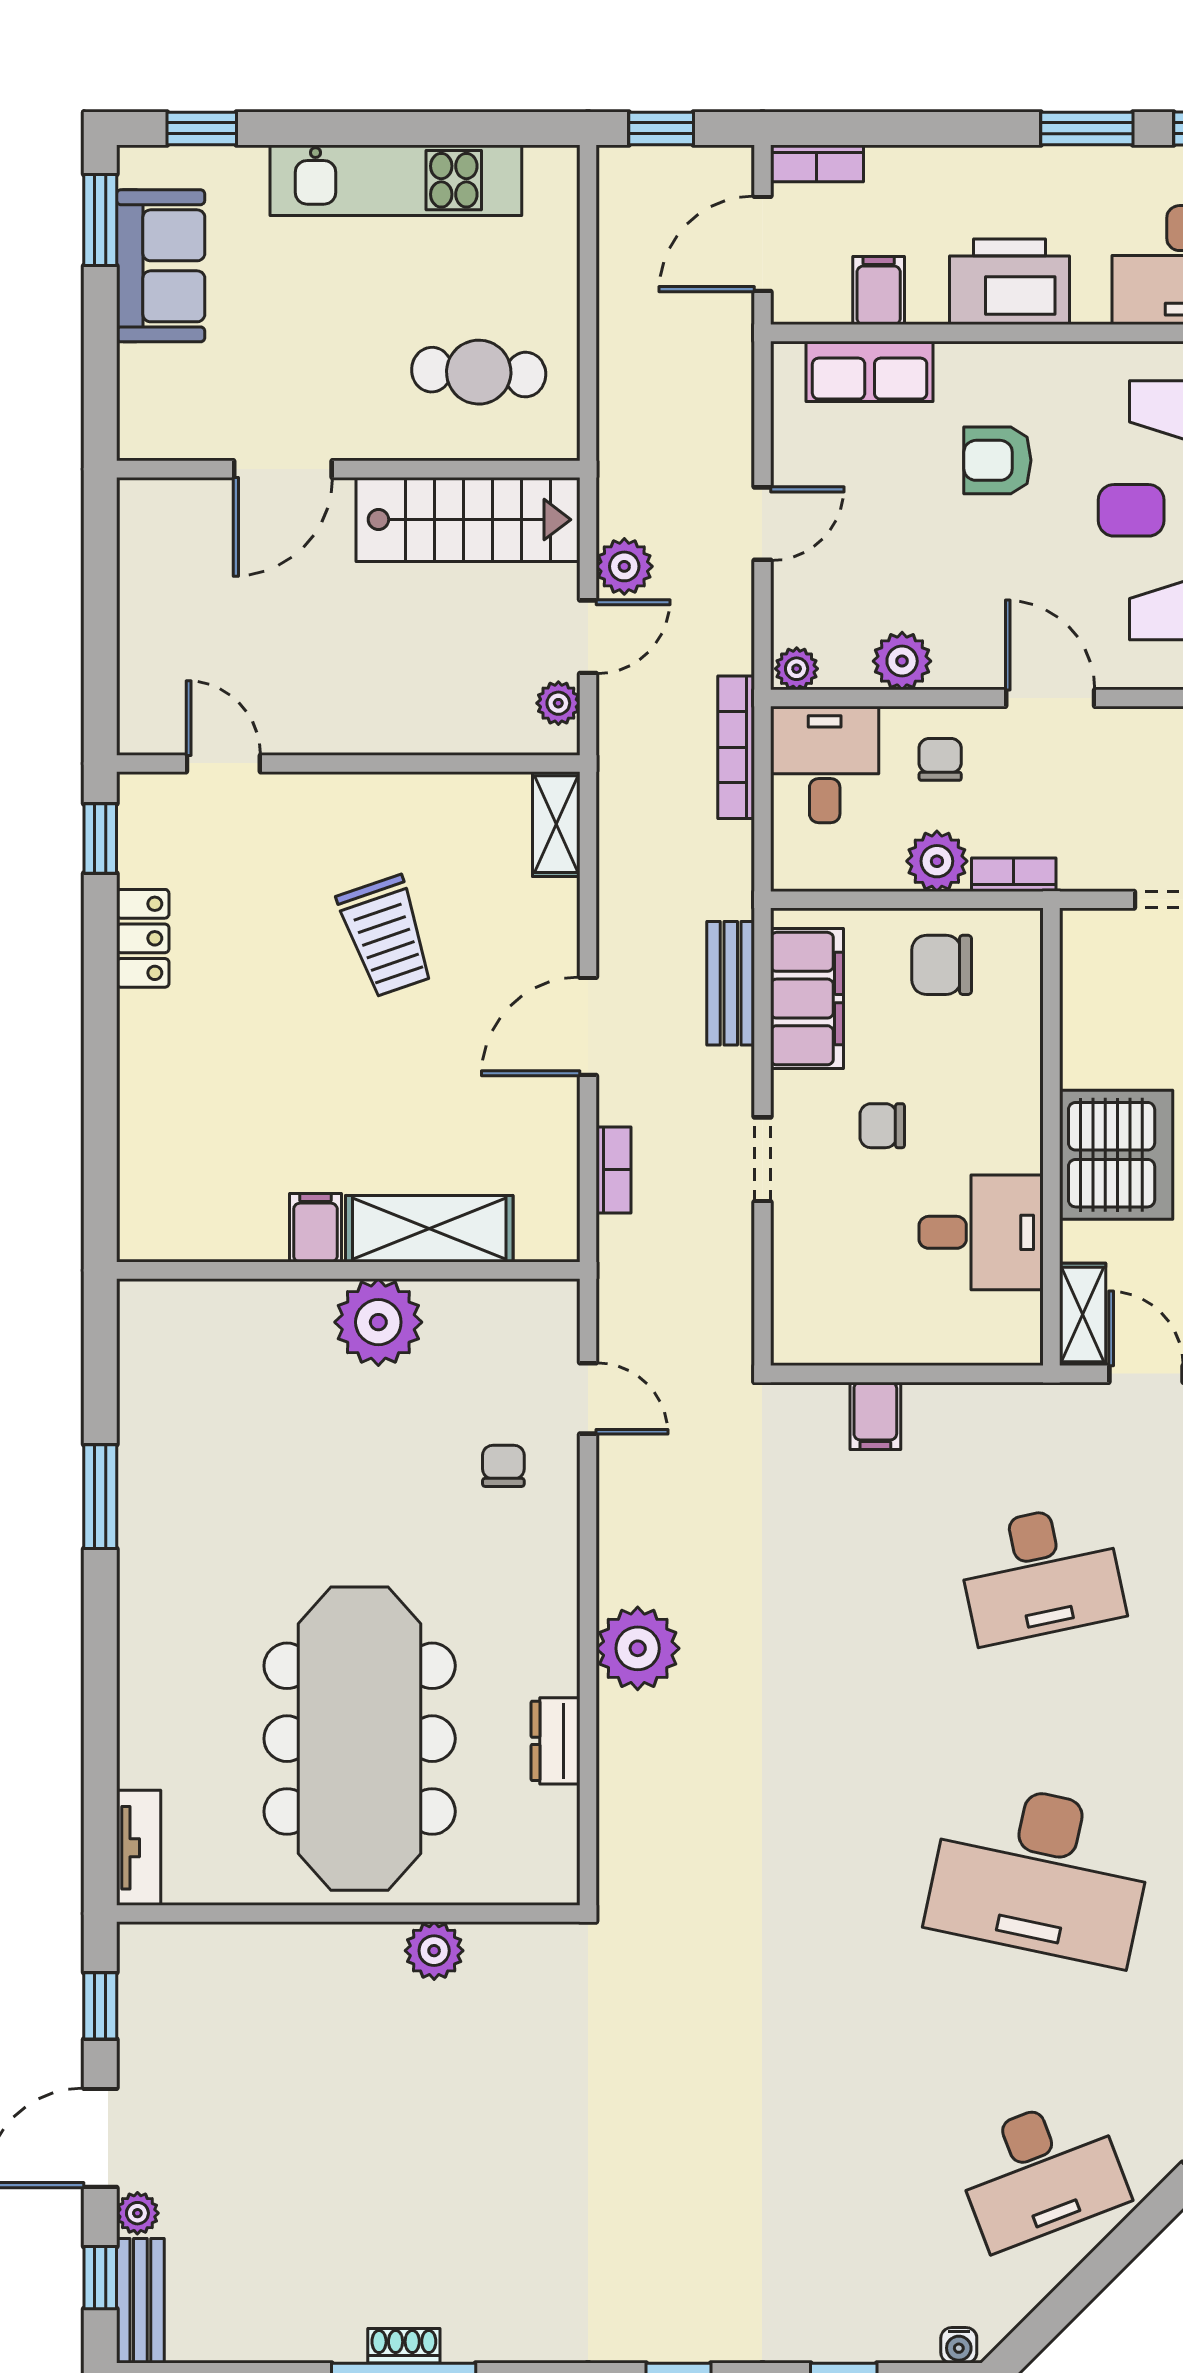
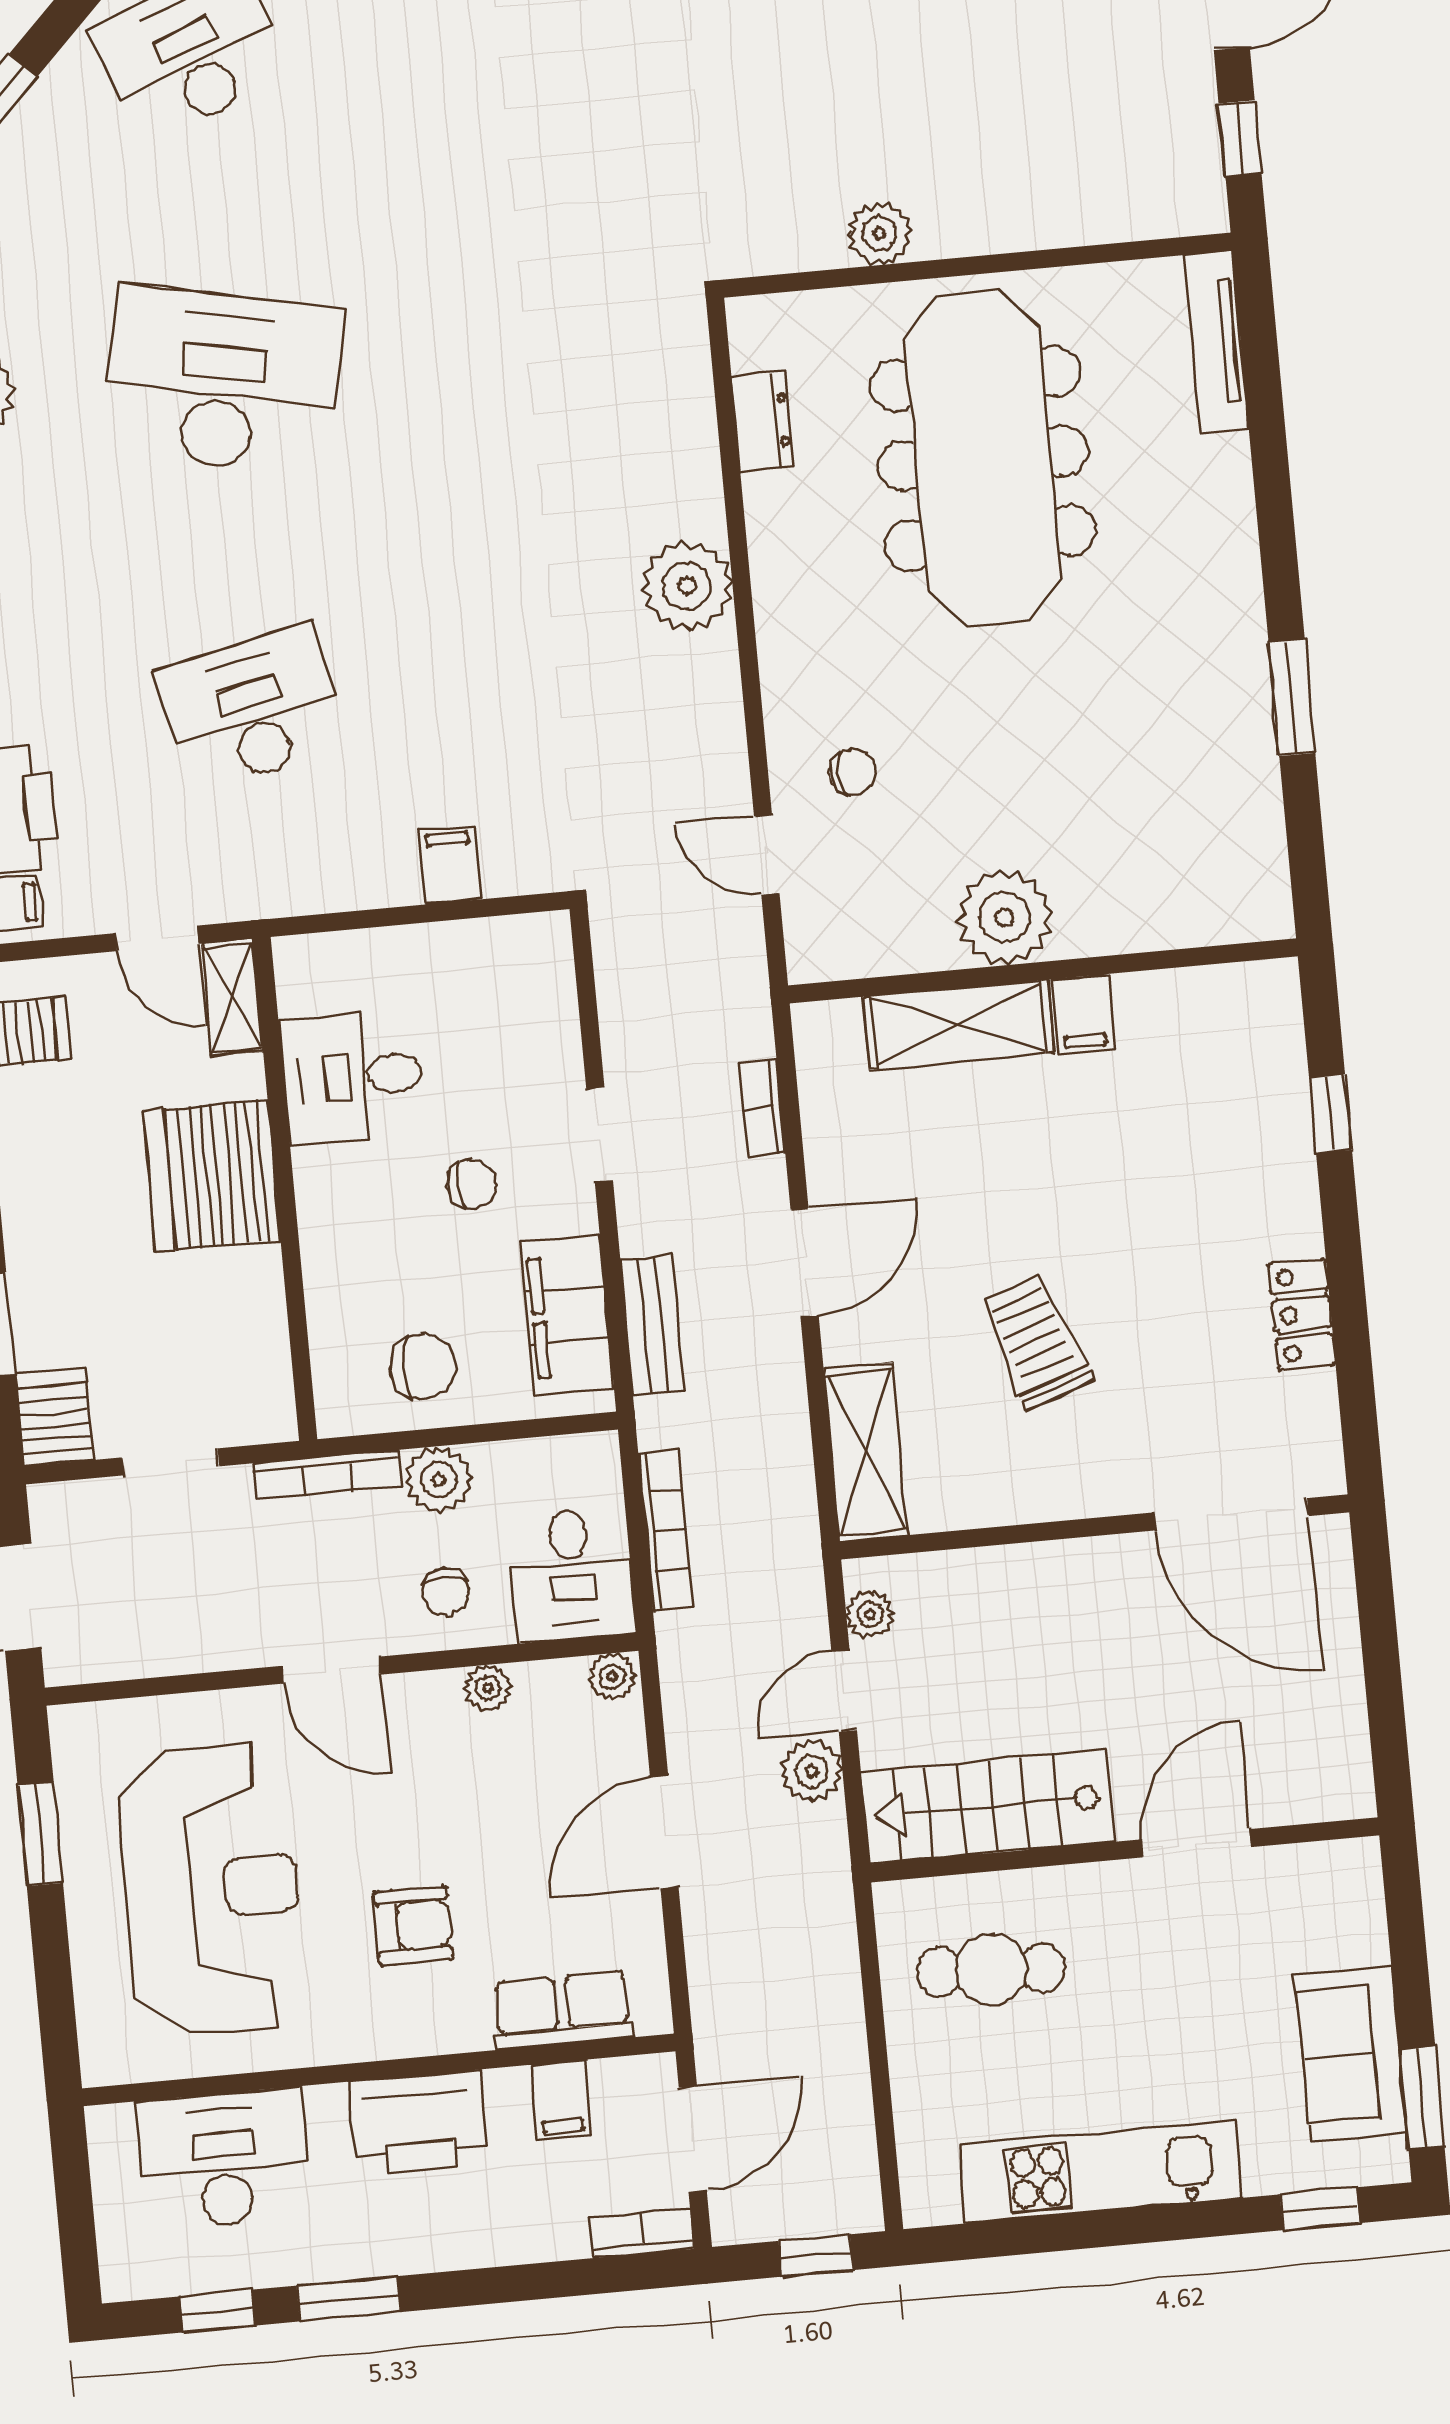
door: (762, 524) -> (664, 1832), width x1.38
plant: (902, 661) -> (488, 1688), width x0.73, depth x0.73
bookcase: (736, 747) -> (666, 1530), moved
door: (223, 763) -> (1231, 1514), width x1.87
shelving: (556, 824) -> (866, 1452), width x1.50, depth x1.33
window: (100, 839) -> (1331, 1114), moved
bookcase: (1014, 875) -> (327, 1475), width x1.56
chair: (503, 1466) -> (853, 772), turned -97
dresser: (556, 1741) -> (762, 421), moved
tv unit: (139, 1848) -> (1216, 342), width x1.41

